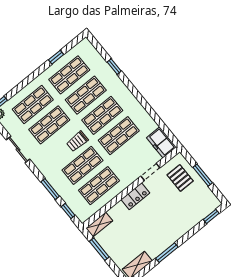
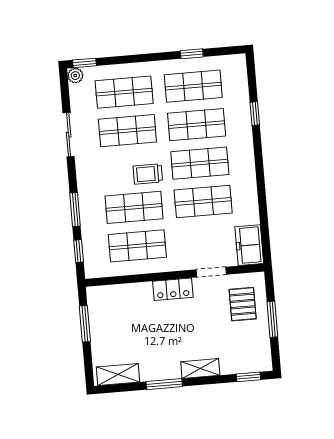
shelving: (99, 225) -> (200, 368), moved

